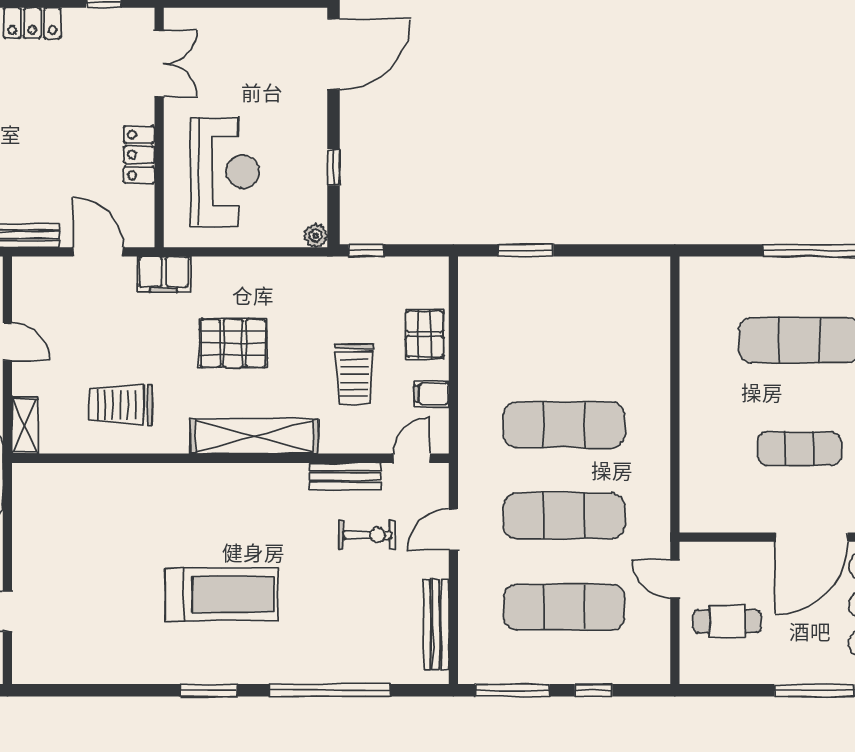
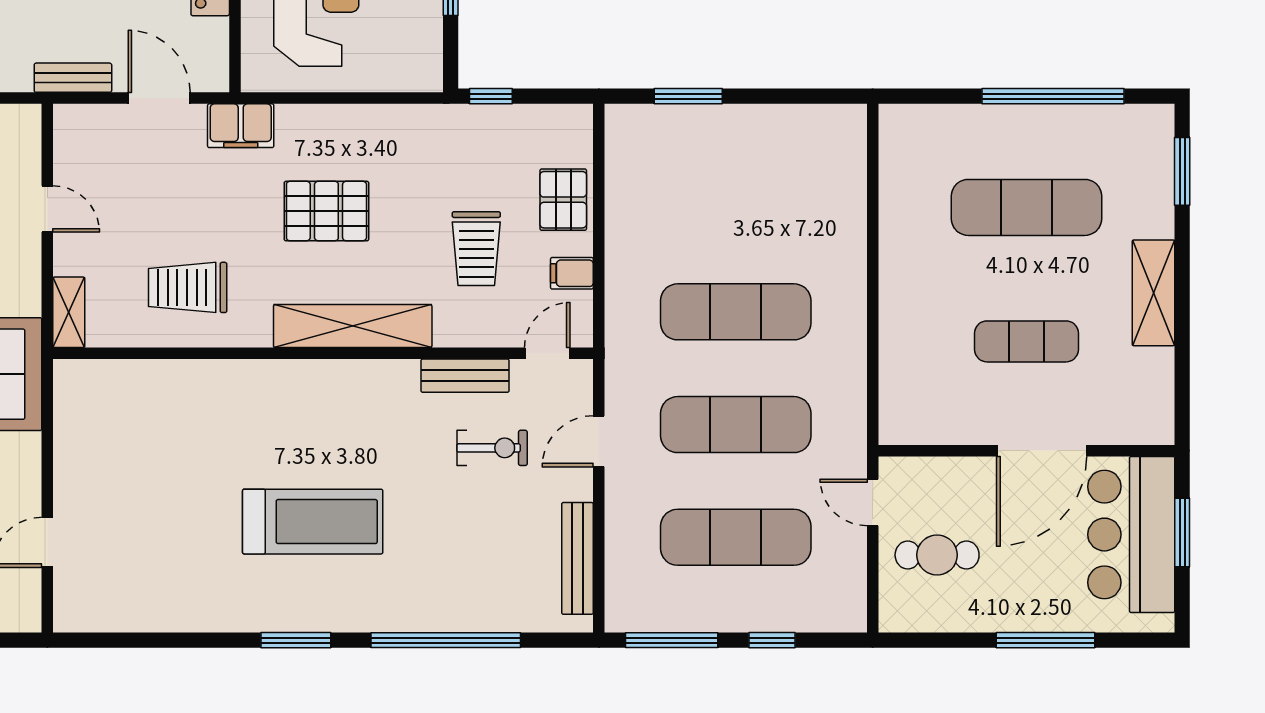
plant: (316, 236) -> (429, 78), removed

